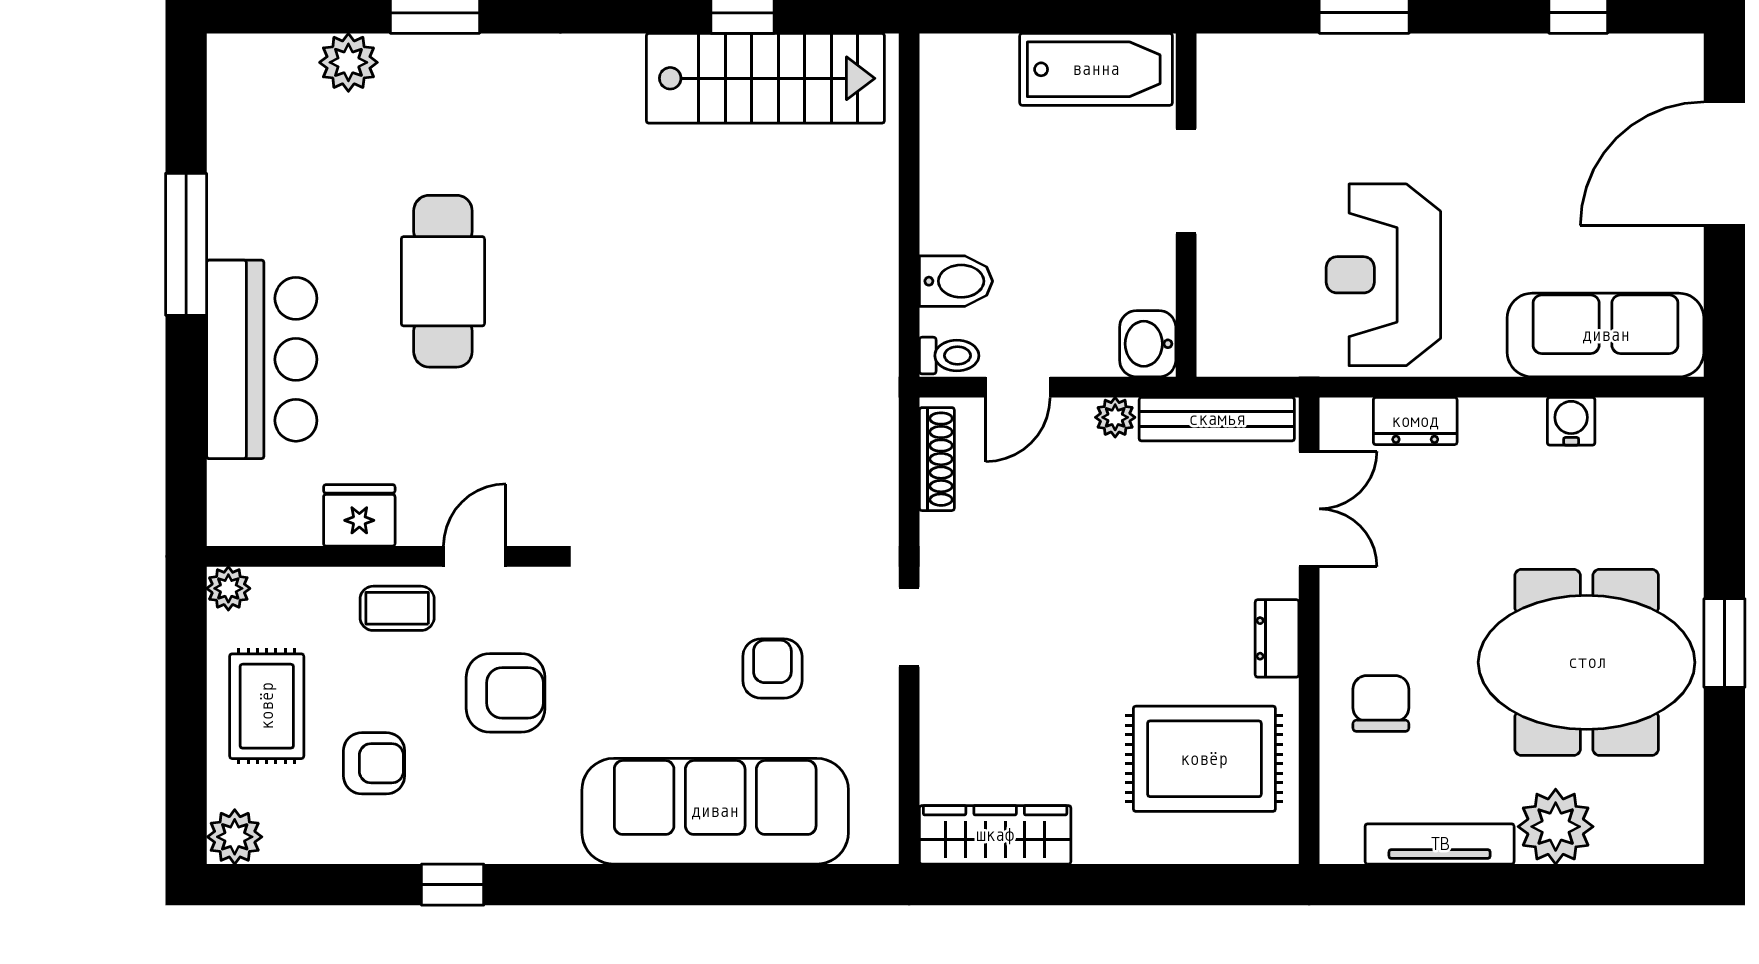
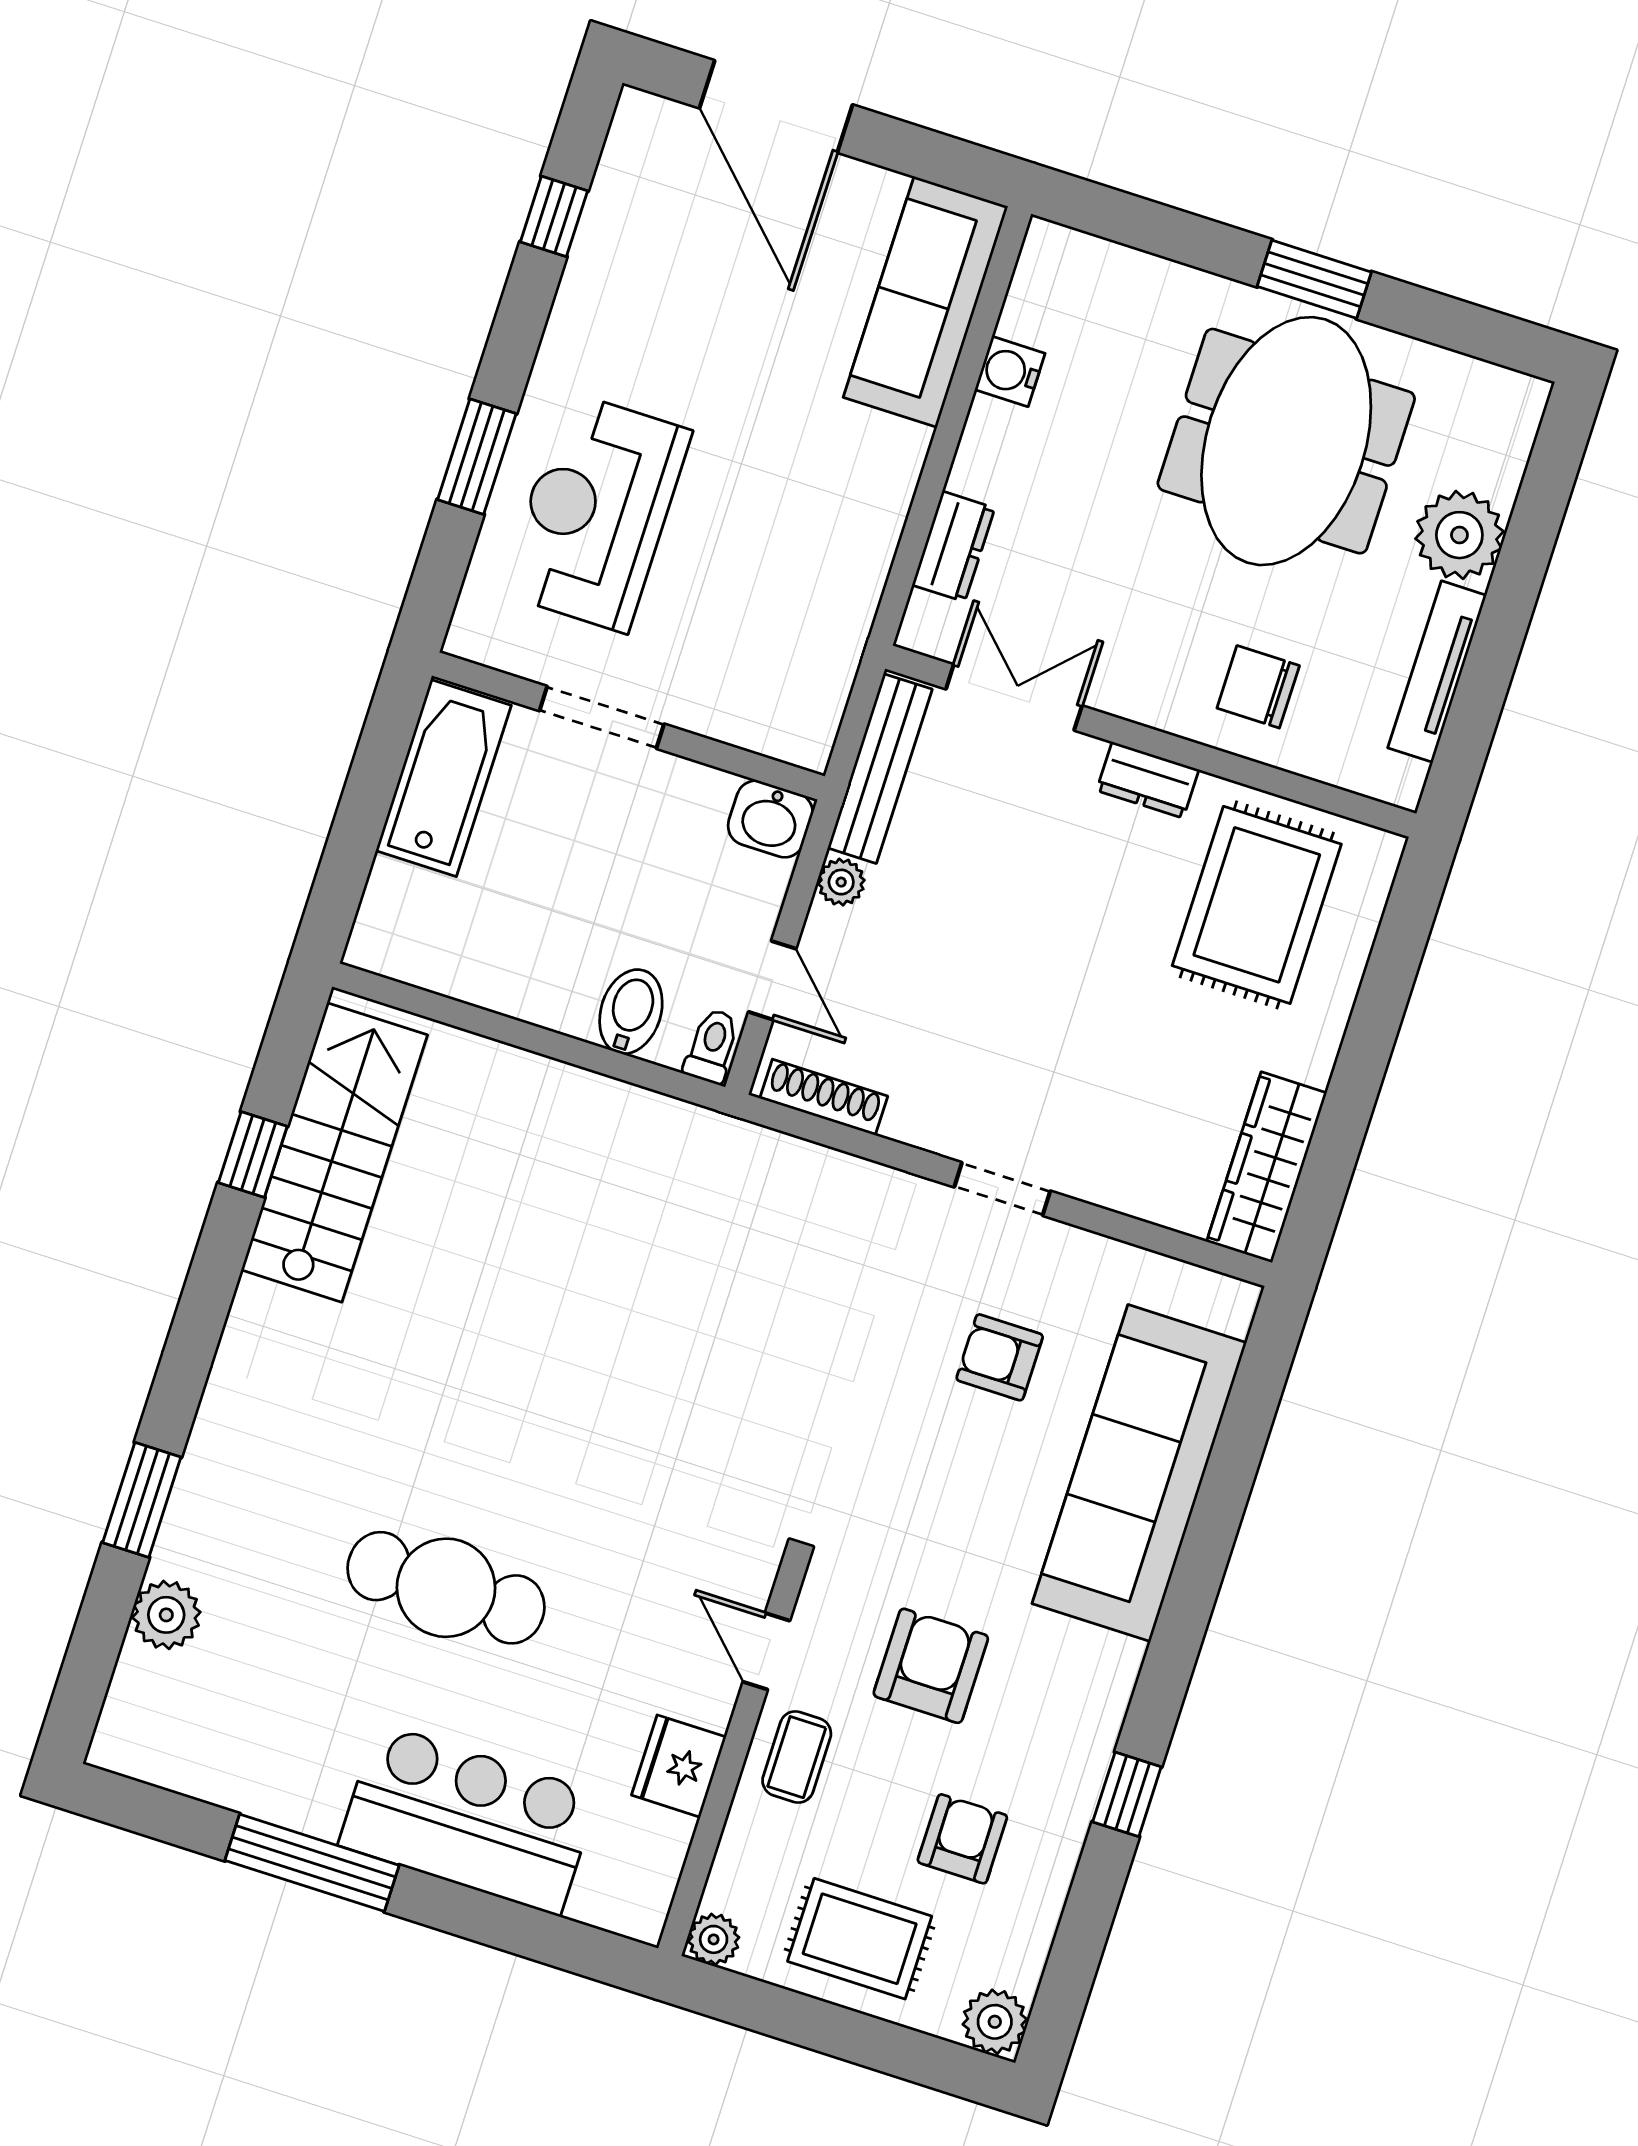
reception desk: (1383, 275) -> (596, 512), moved, turned 90

